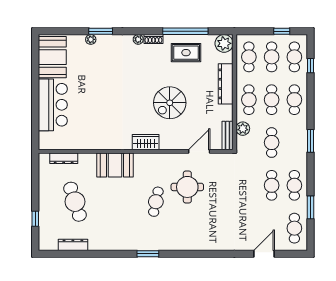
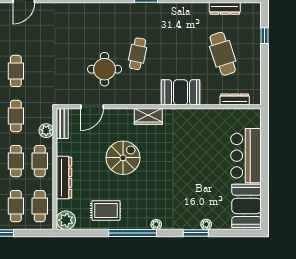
window: (185, 31) -> (133, 233), moved
shoe rack: (153, 39) -> (140, 225), removed

